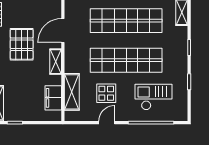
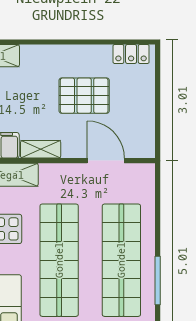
shelving: (56, 62) -> (41, 149), moved

